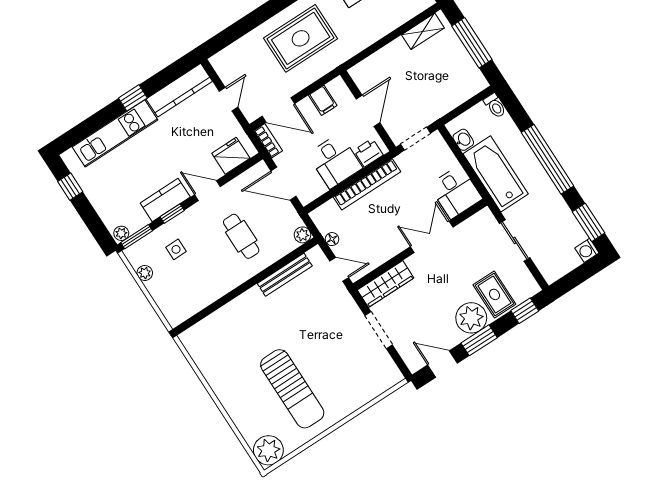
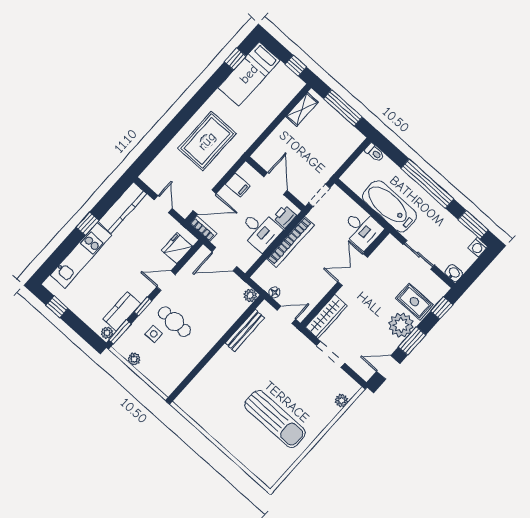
washbasin: (463, 140) -> (454, 273), moved
kitchen counter: (165, 200) -> (122, 311), moved
cafe table: (241, 236) -> (174, 322), moved
plant: (268, 450) -> (342, 400), moved, width x0.53, depth x0.53

